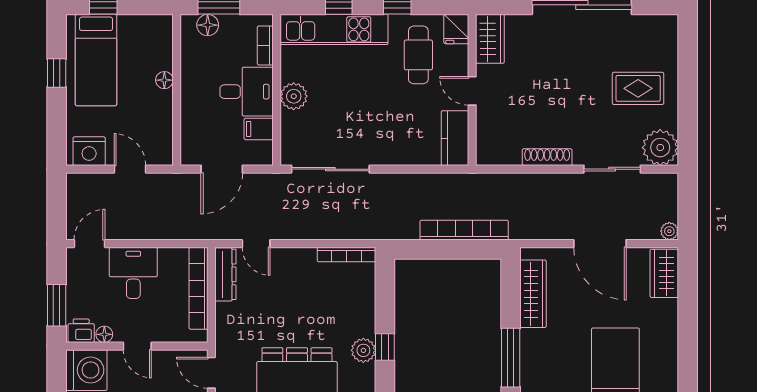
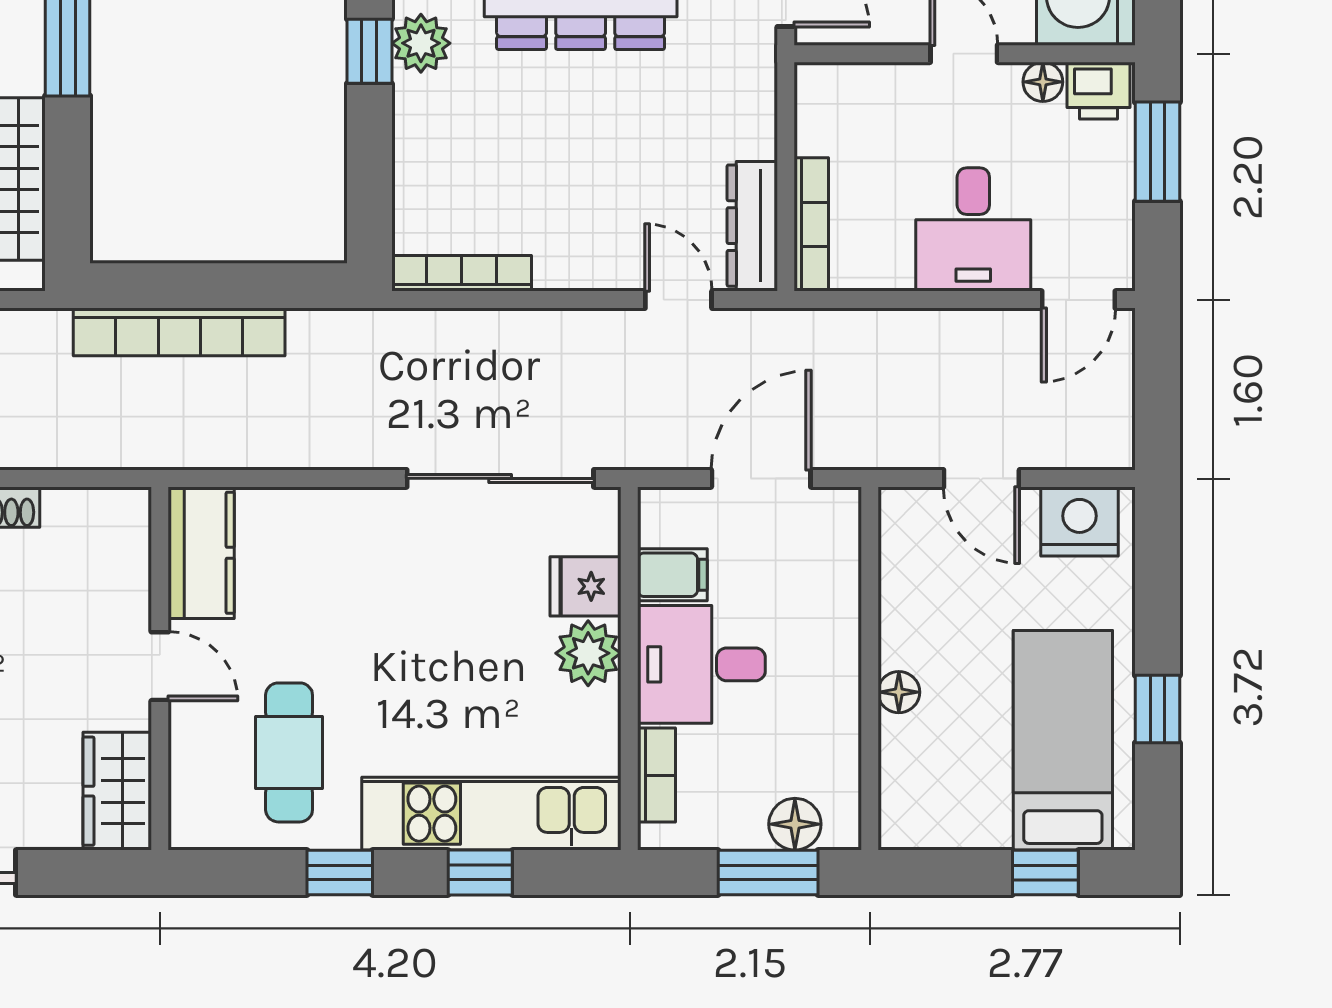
fridge: (456, 29) -> (585, 586), moved, turned -90
bookcase: (199, 288) -> (811, 224), width x0.68, depth x0.76

